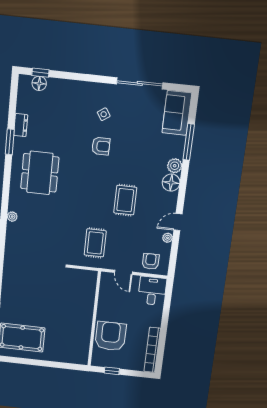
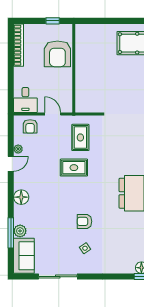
plant: (175, 166) -> (20, 231), moved
rug: (125, 200) -> (74, 168), moved, turned 90

